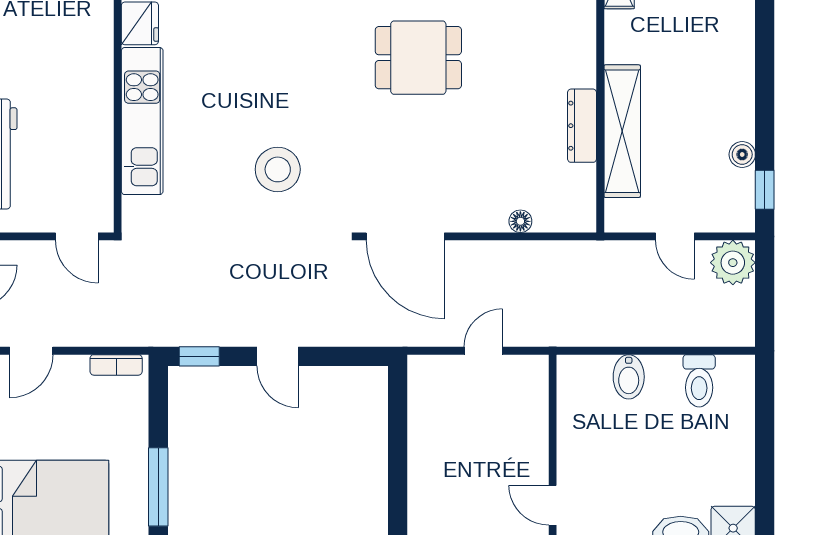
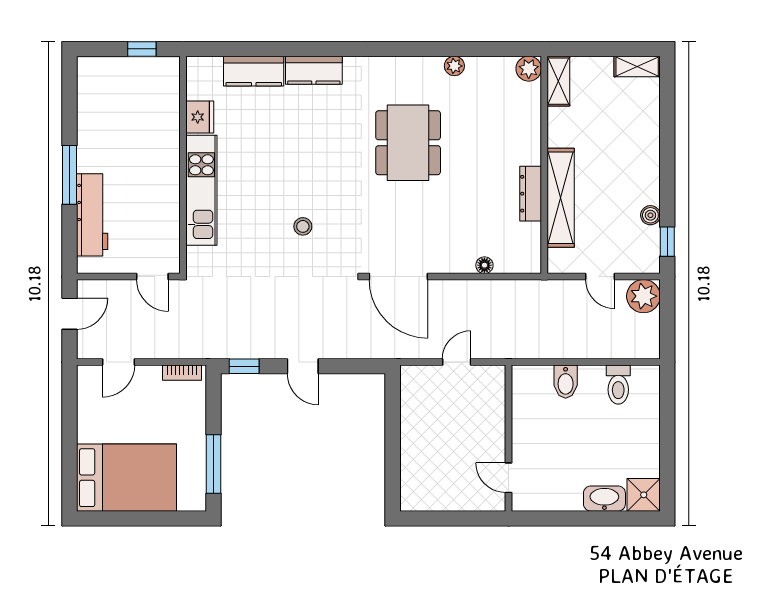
dining table: (418, 58) -> (408, 143), width x1.38
stool: (278, 169) -> (303, 226), width x0.53, depth x0.53

